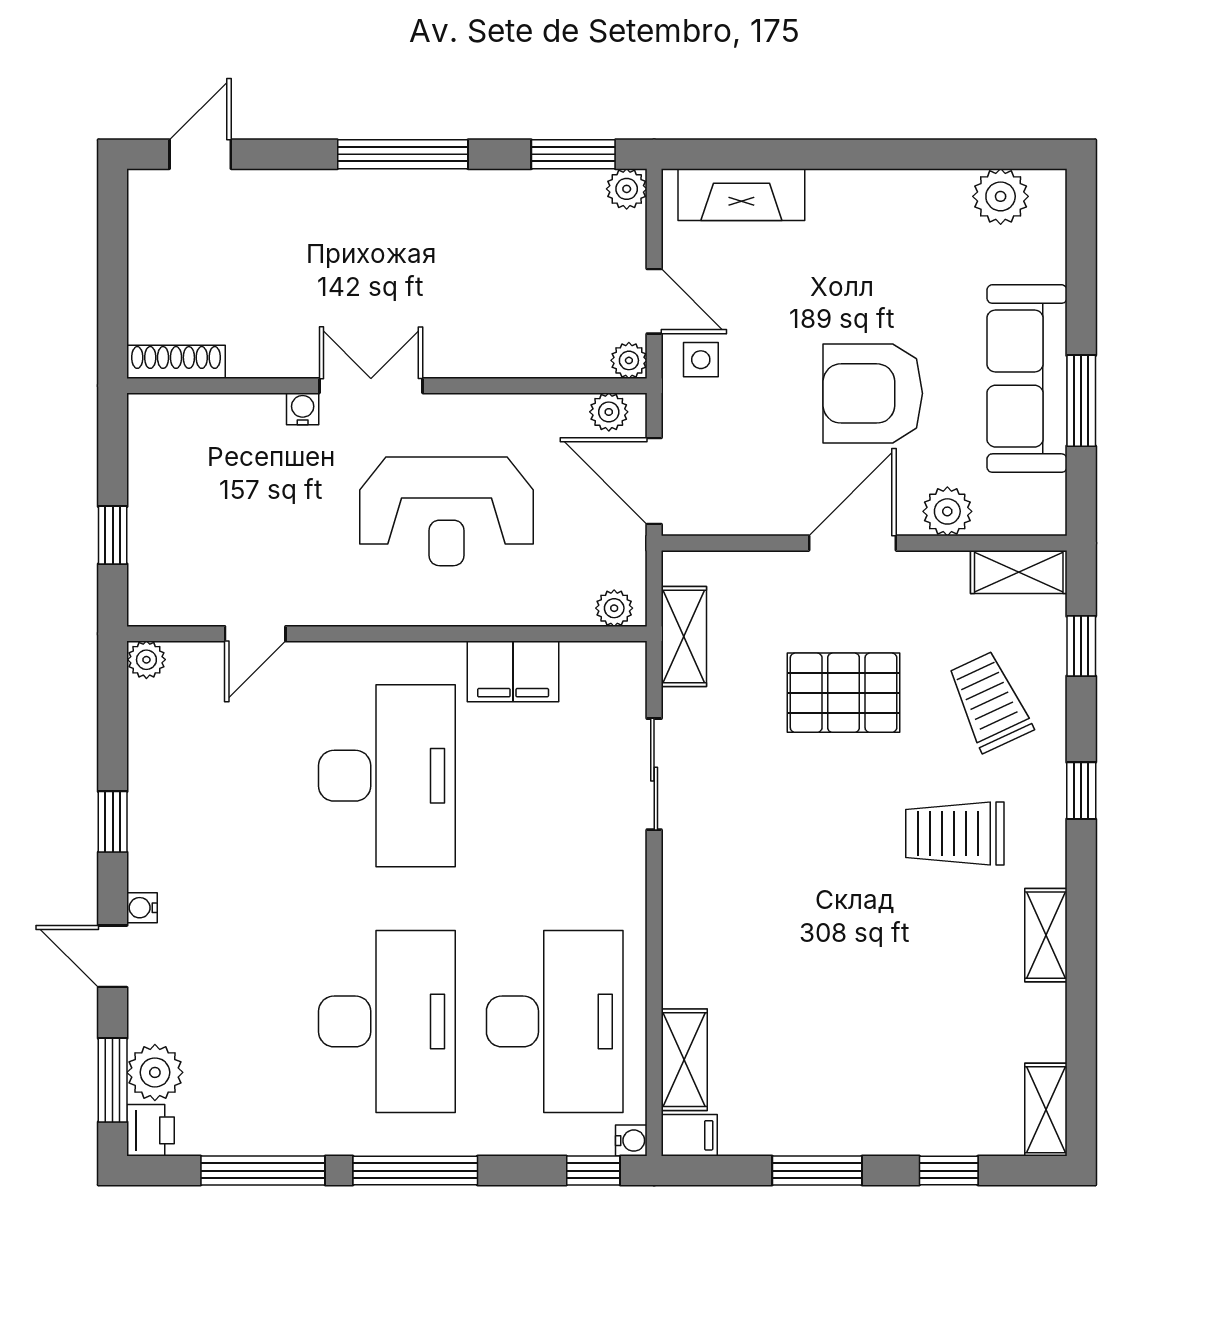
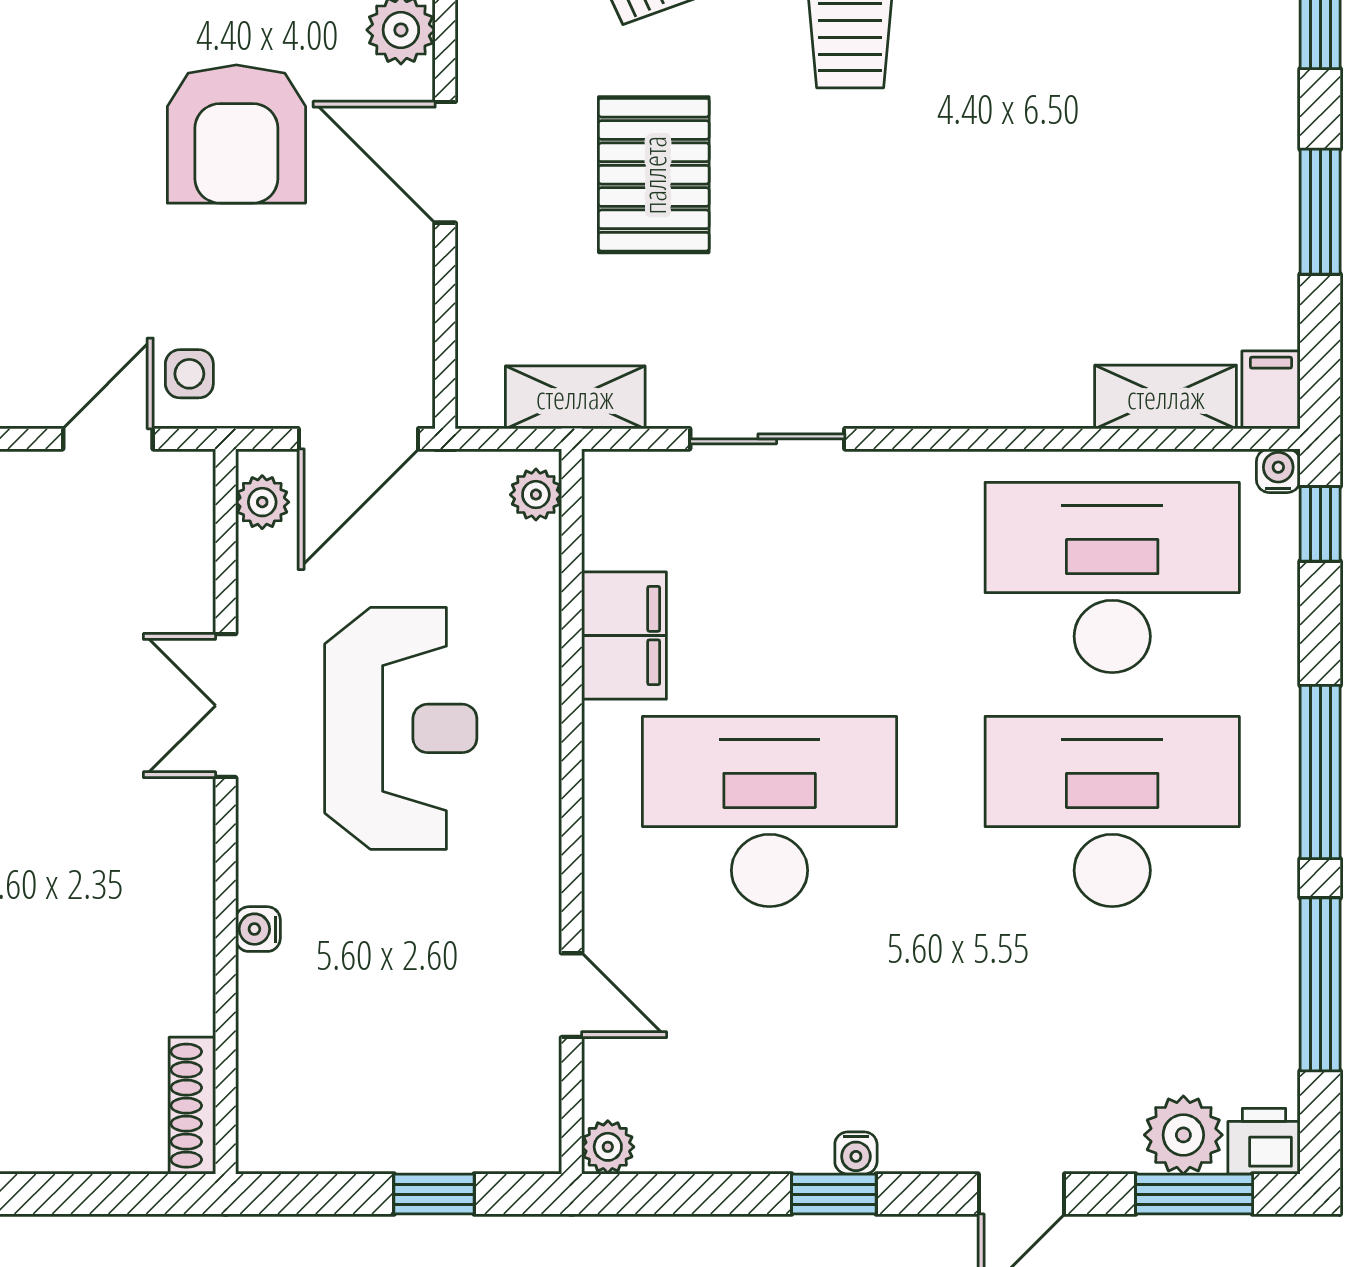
plant: (629, 360) -> (190, 474), removed
double door: (371, 386) -> (226, 706), moved
water cooler: (142, 908) -> (856, 1153), moved

